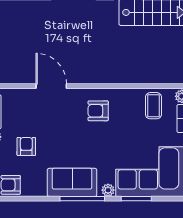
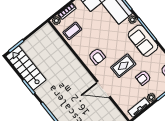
door: (51, 86) -> (103, 89), hinge flipped
rug: (61, 134) -> (123, 66), added

